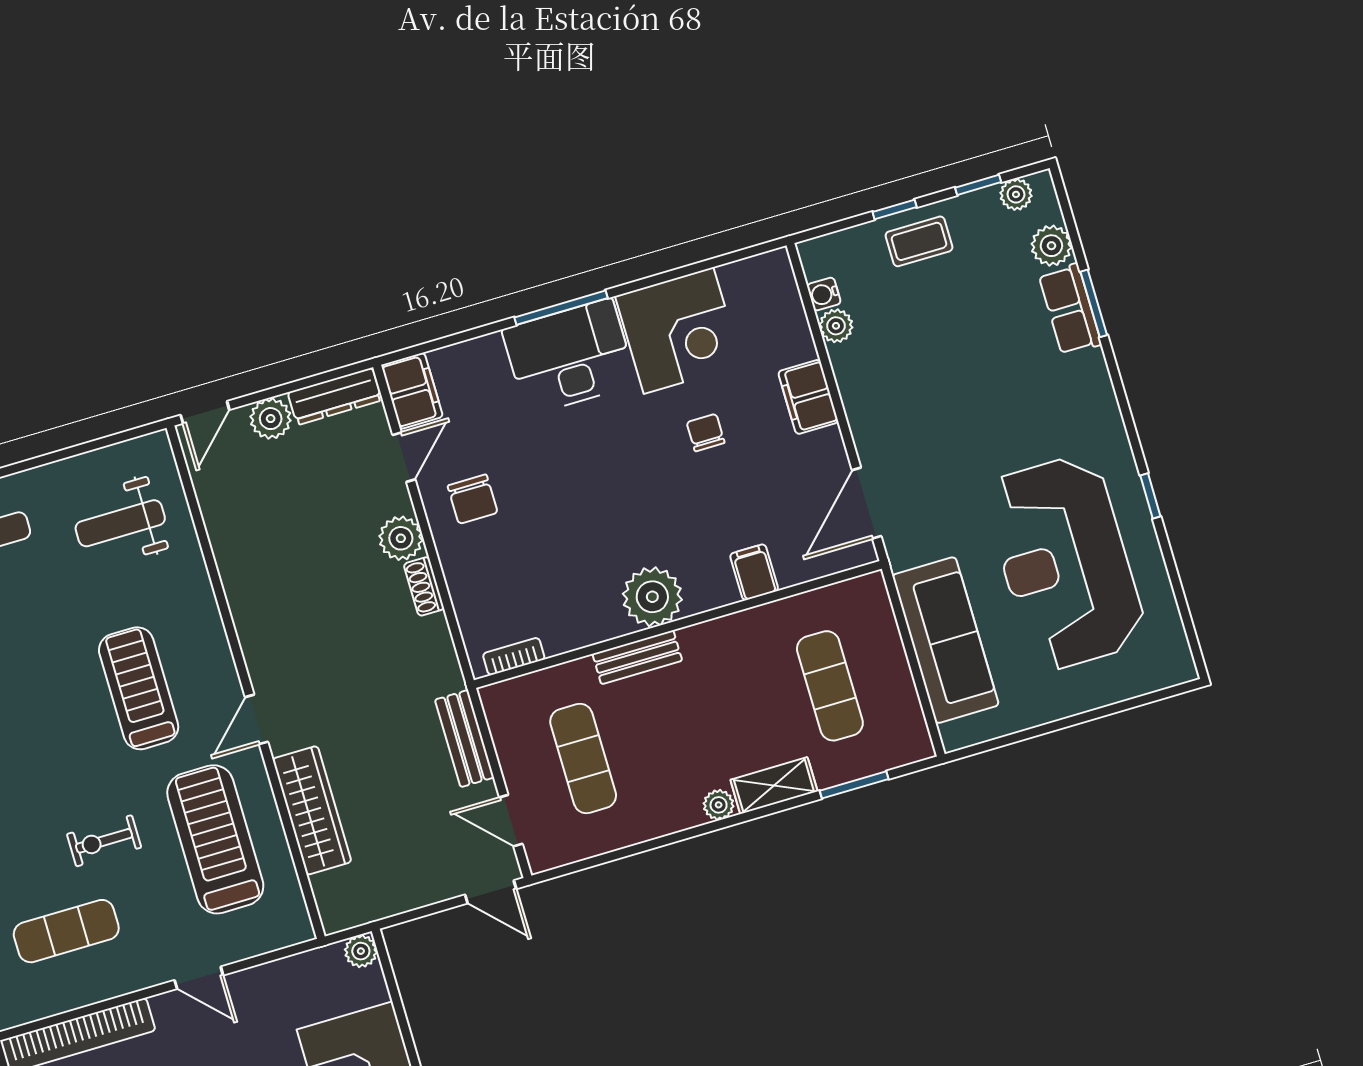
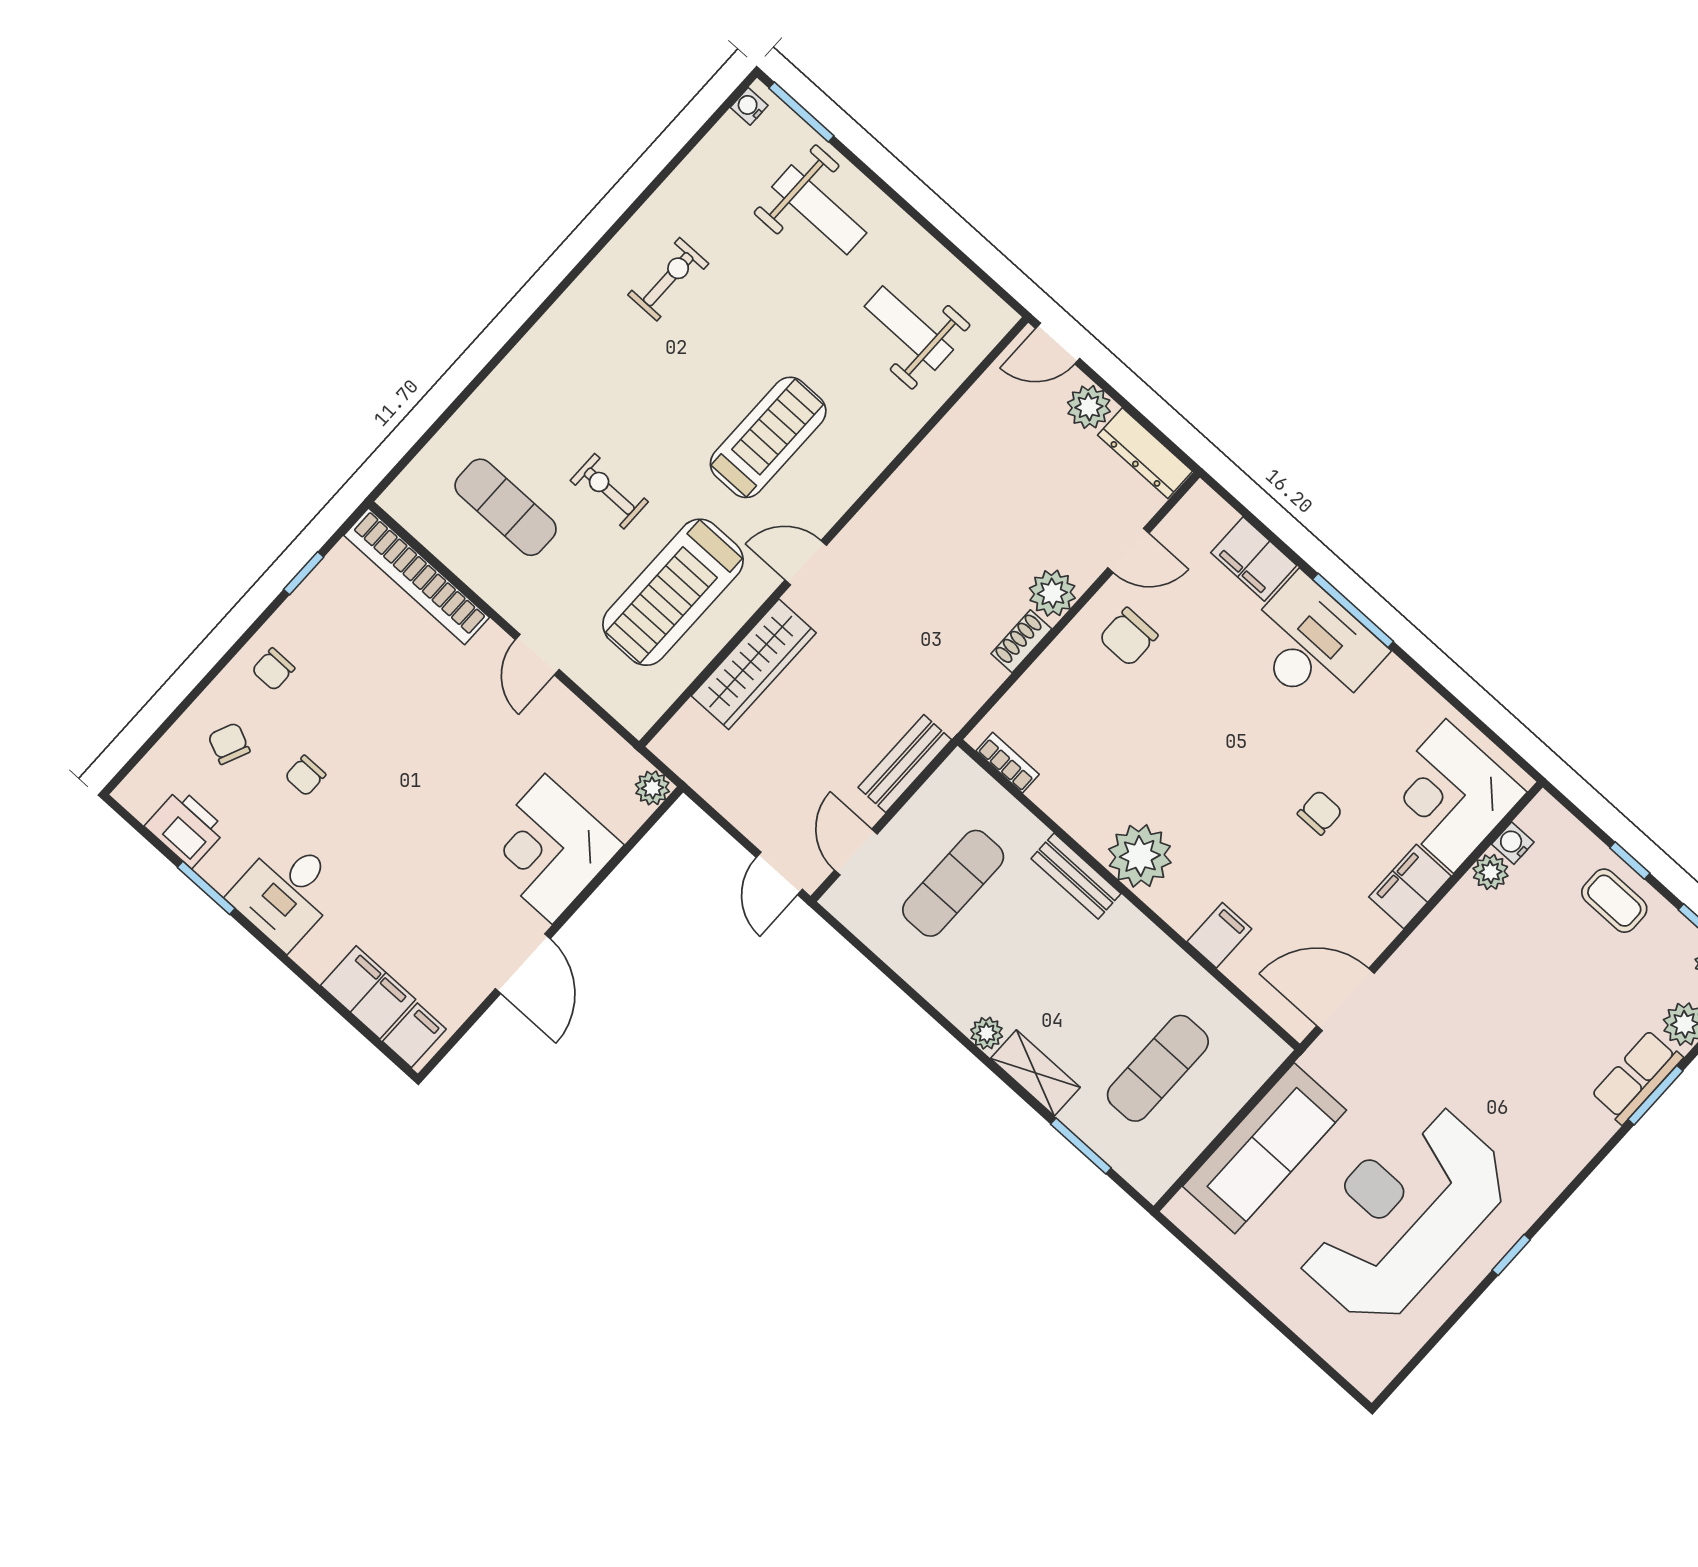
corner desk: (679, 331) -> (1450, 796), moved, turned 90
filing cabinet: (412, 391) -> (1254, 559), moved, turned 90
treadmill: (215, 839) -> (673, 592), turned 180

